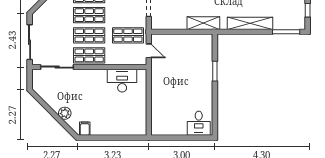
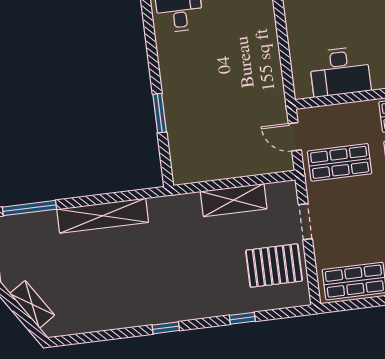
shelving: (203, 23) -> (234, 200), moved

